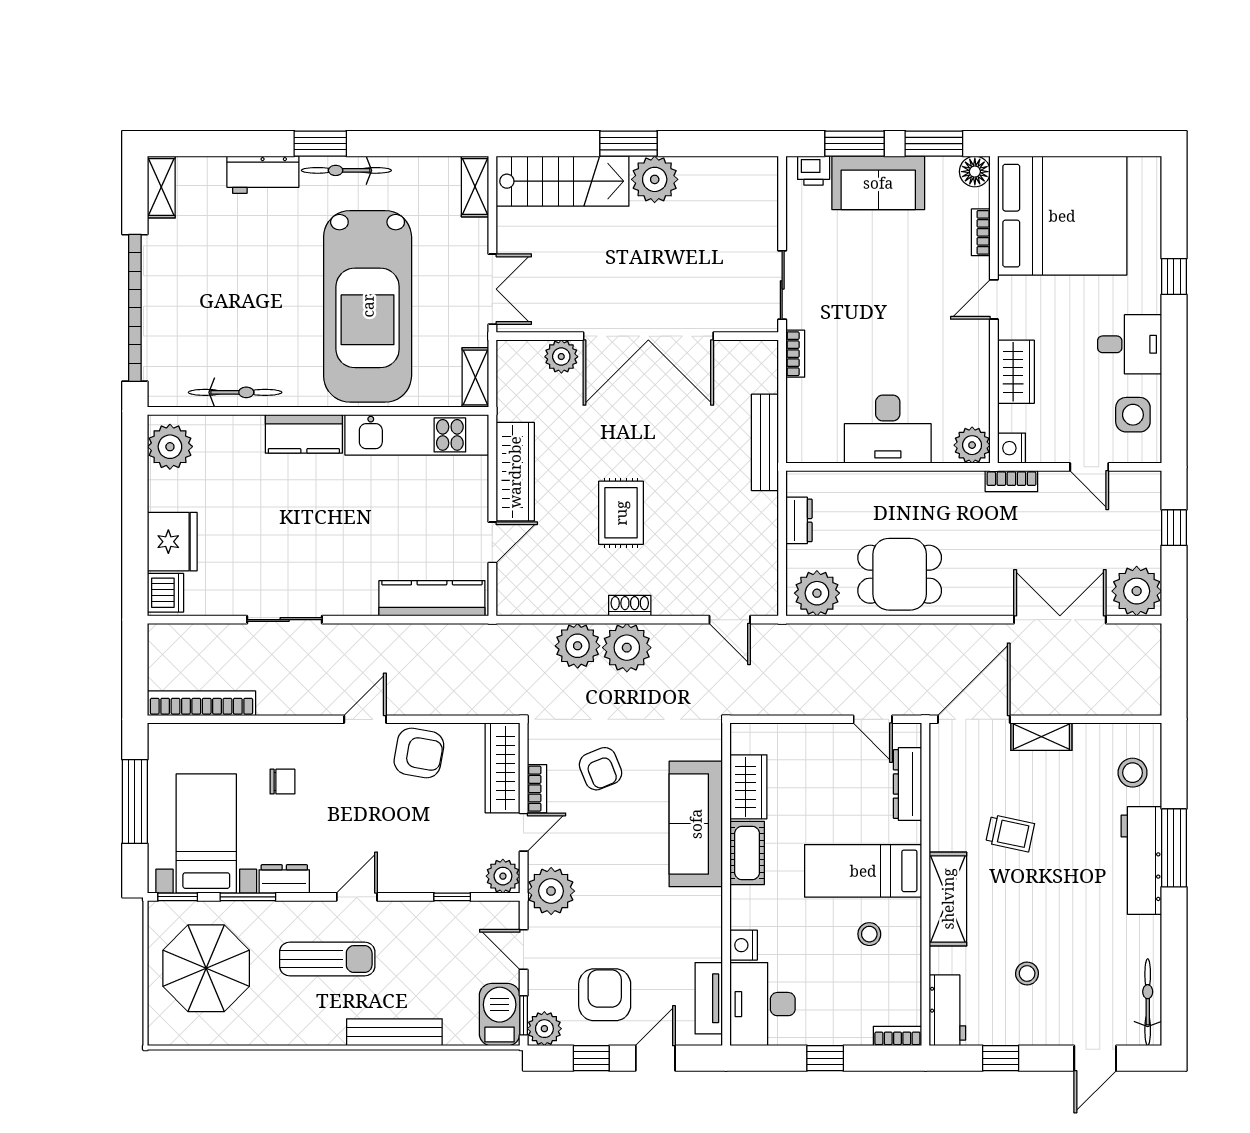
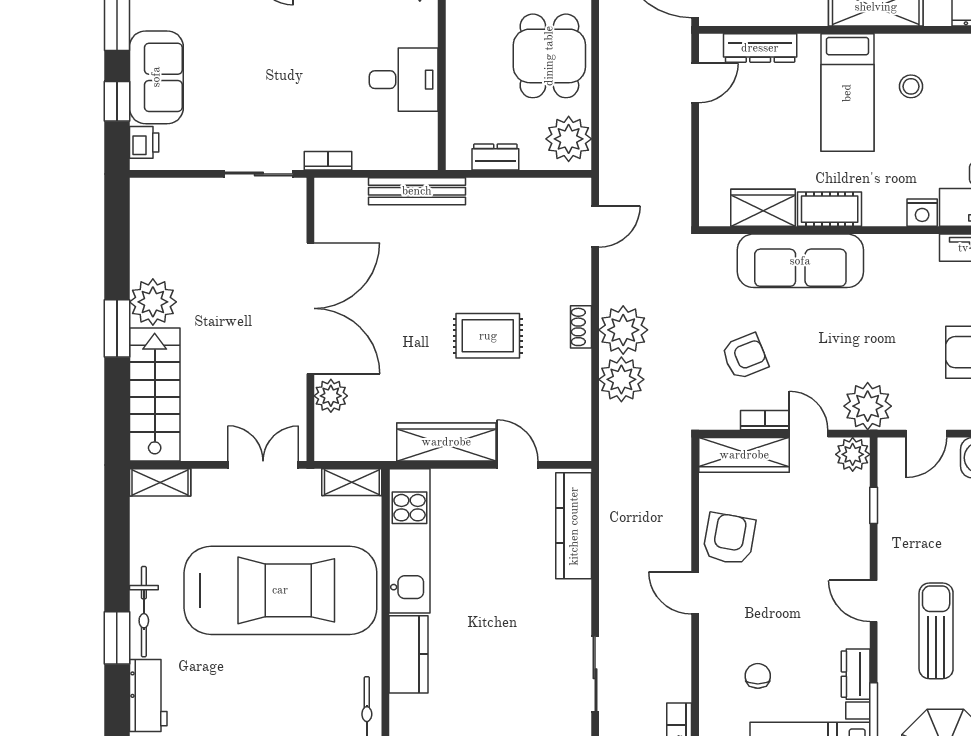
window: (855, 144) -> (117, 101), width x0.67
desk: (888, 429) -> (404, 80), width x0.73

